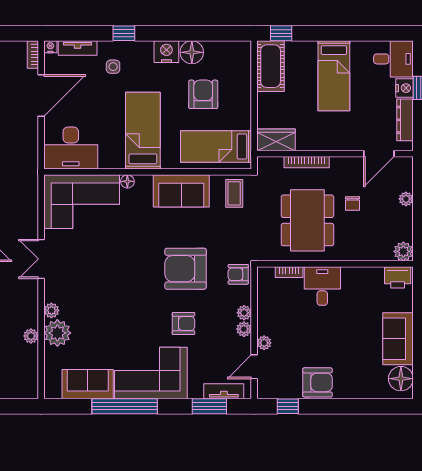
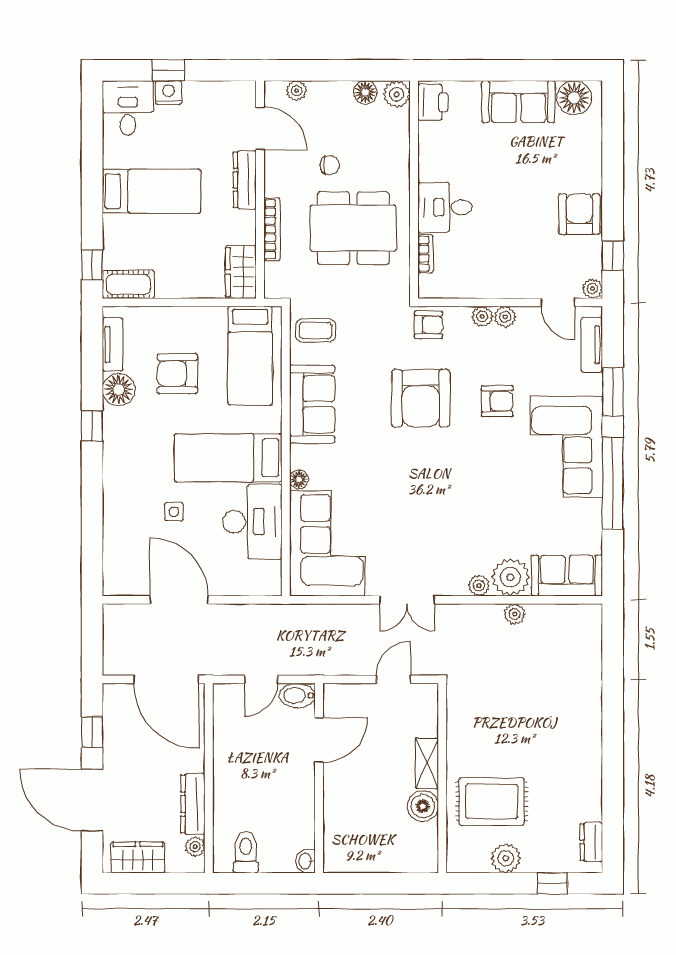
window: (124, 33) -> (92, 426), moved
nightstand: (50, 47) -> (111, 587), removed
tv unit: (78, 48) -> (113, 344), moved
nightstand: (166, 52) -> (118, 425), removed
bookcase: (33, 54) -> (122, 611), removed
cot: (271, 66) -> (128, 284), width x0.73, depth x0.75
side table: (113, 67) -> (174, 512), moved
dresser: (405, 120) -> (245, 180), moved, turned 90
desk: (71, 148) -> (252, 522), moved
plant: (406, 199) -> (297, 91), moved
floor lamp: (405, 229) -> (365, 92), added
armchair: (238, 274) -> (429, 325), turned -90
armchair: (183, 323) -> (497, 401), turned 90
plant: (264, 343) -> (593, 289), moved
sofa: (88, 384) -> (567, 575), moved, turned 90
window: (209, 406) -> (613, 392), moved

